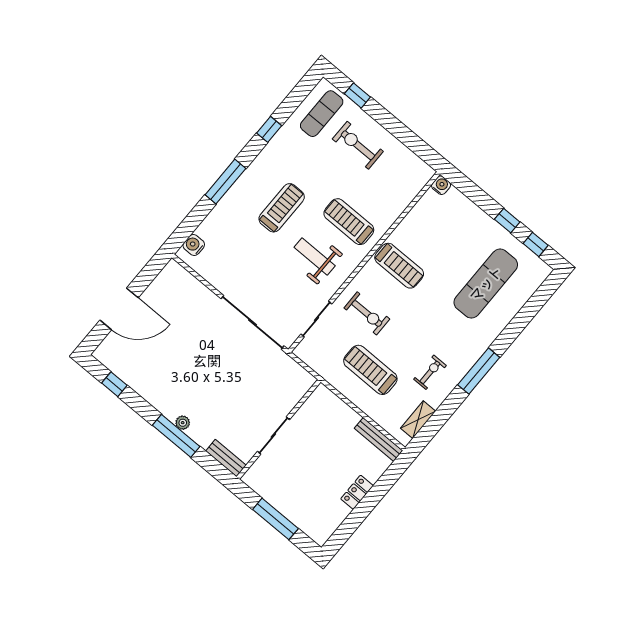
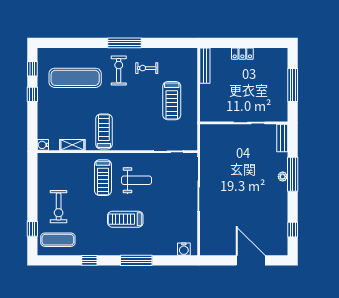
weight bench: (315, 256) -> (136, 180), turned -90
exercise bike: (367, 313) -> (119, 71), moved
shelving: (418, 420) -> (72, 145), moved

